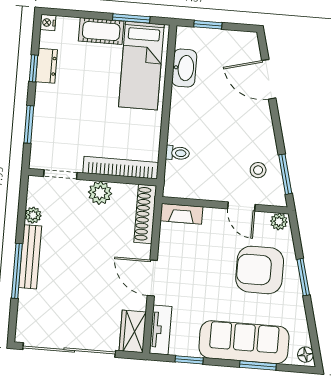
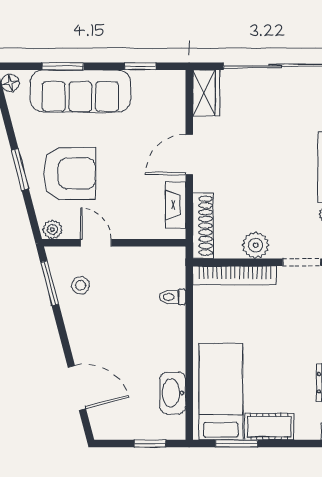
fireplace: (182, 214) -> (176, 205), moved, turned -90
door: (152, 278) -> (189, 154), swing flipped
tv unit: (161, 330) -> (175, 97), removed

